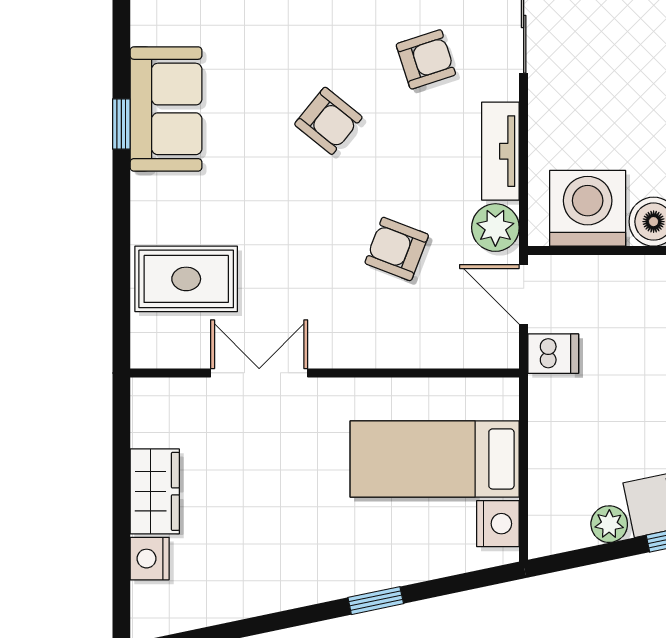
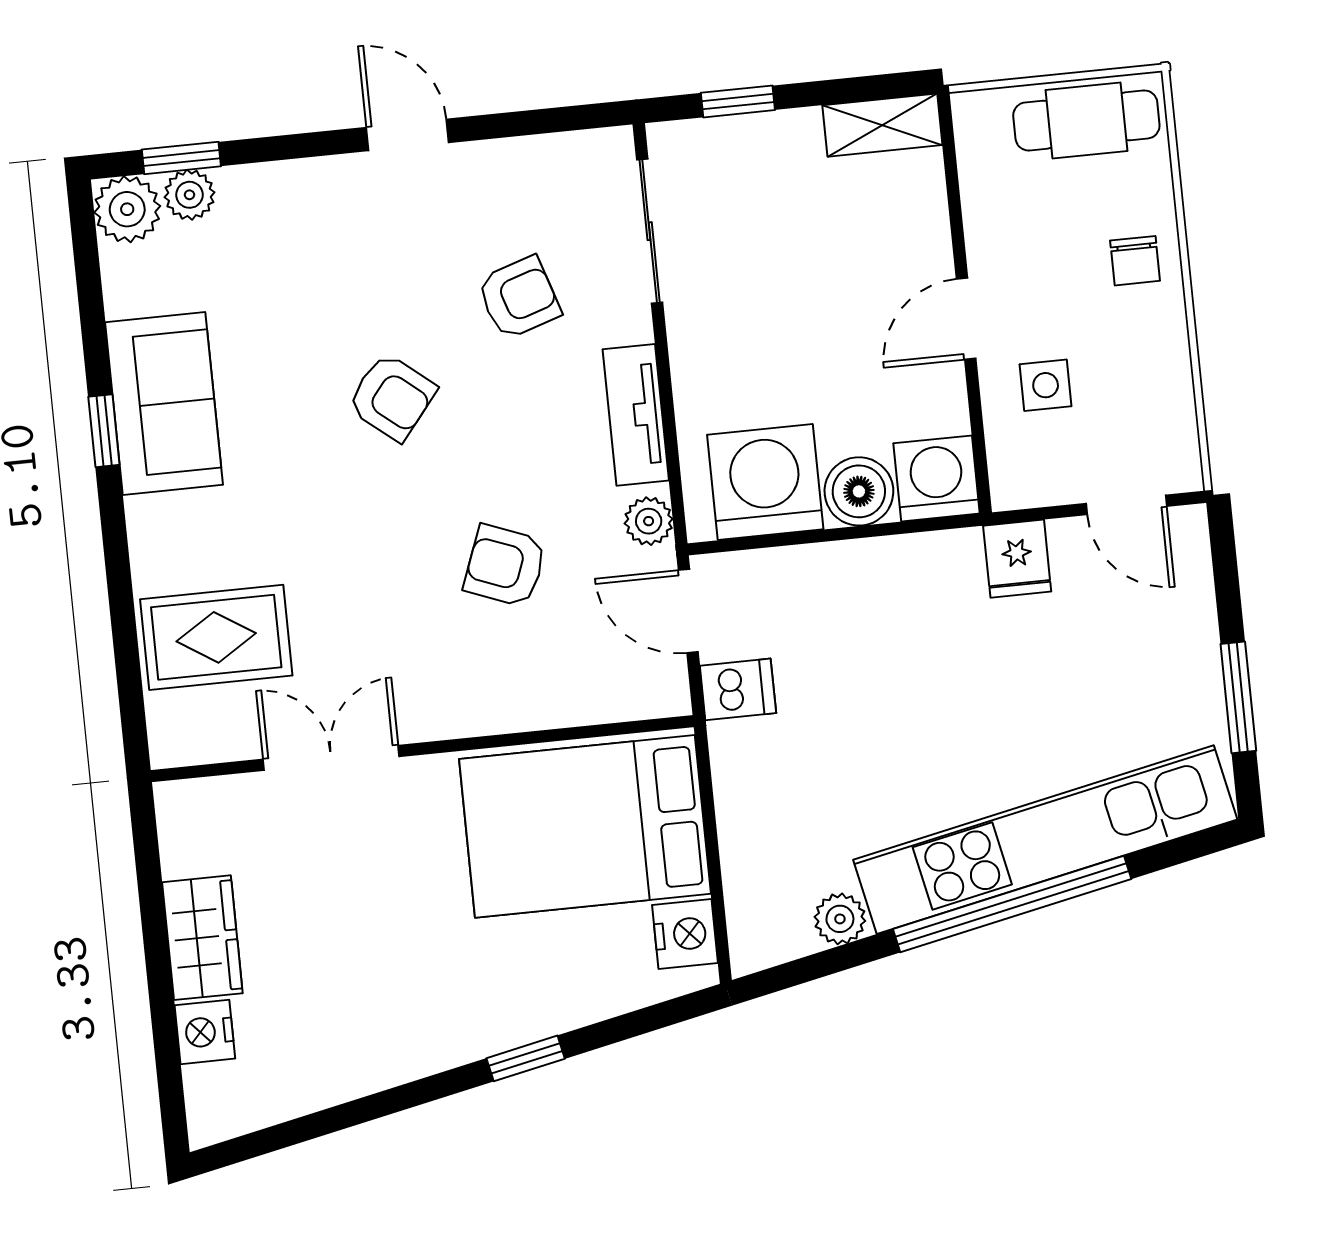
plant: (495, 228) -> (649, 521), width x0.73, depth x0.73
bed: (435, 459) -> (585, 826), width x1.50

